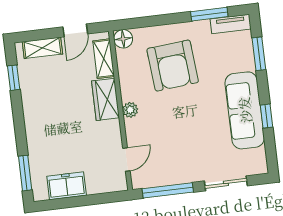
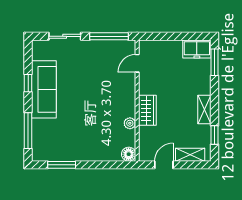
tv unit: (231, 24) -> (47, 156), removed
window: (259, 54) -> (28, 131), width x1.44
shelving: (104, 59) -> (204, 109), moved
armchair: (173, 66) -> (94, 130), removed
plant: (130, 110) -> (130, 123), moved
freezer: (67, 186) -> (197, 49), moved

